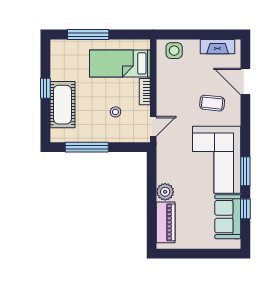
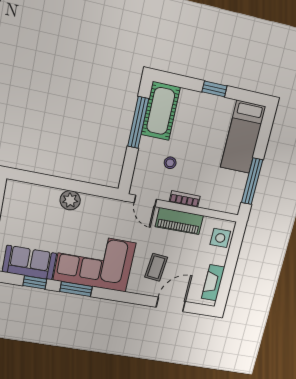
window: (88, 35) -> (252, 181), moved
bed: (120, 63) -> (243, 137), moved, turned 180
cot: (62, 105) -> (161, 111), moved, turned 90
piano: (166, 222) -> (179, 221), moved

